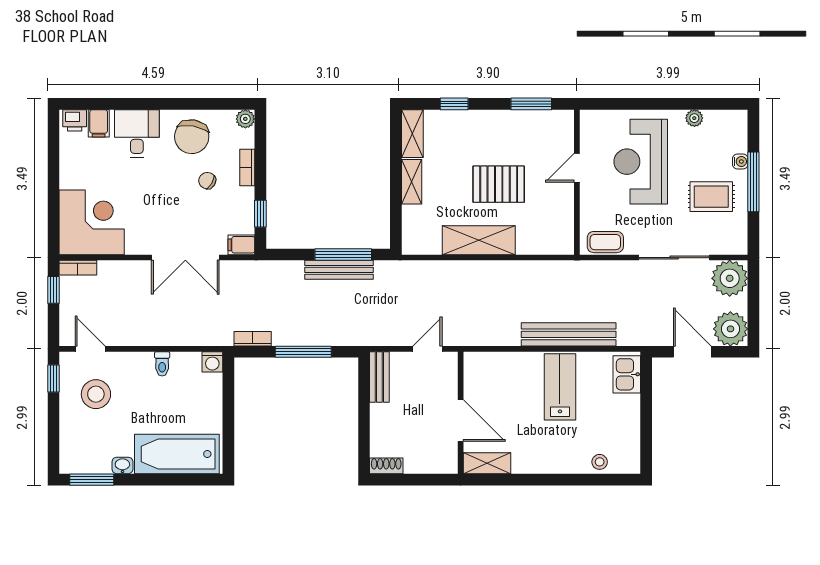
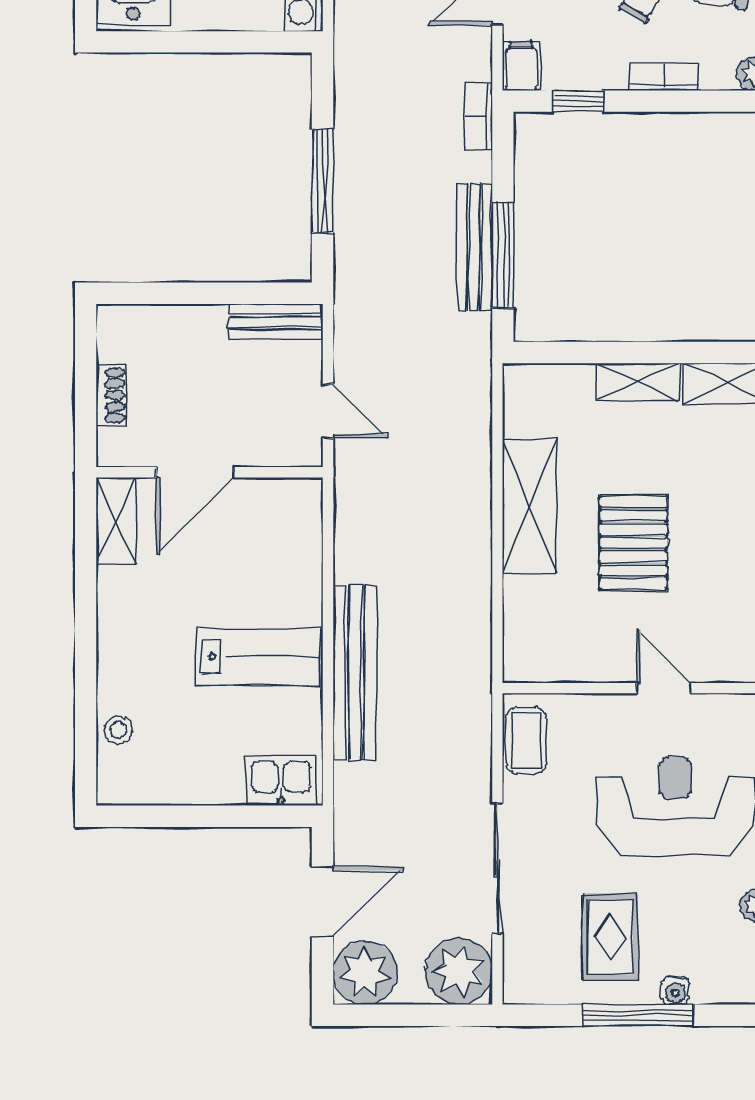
bookcase: (253, 339) -> (479, 116), moved, turned 180
shoe rack: (386, 466) -> (111, 395), moved

